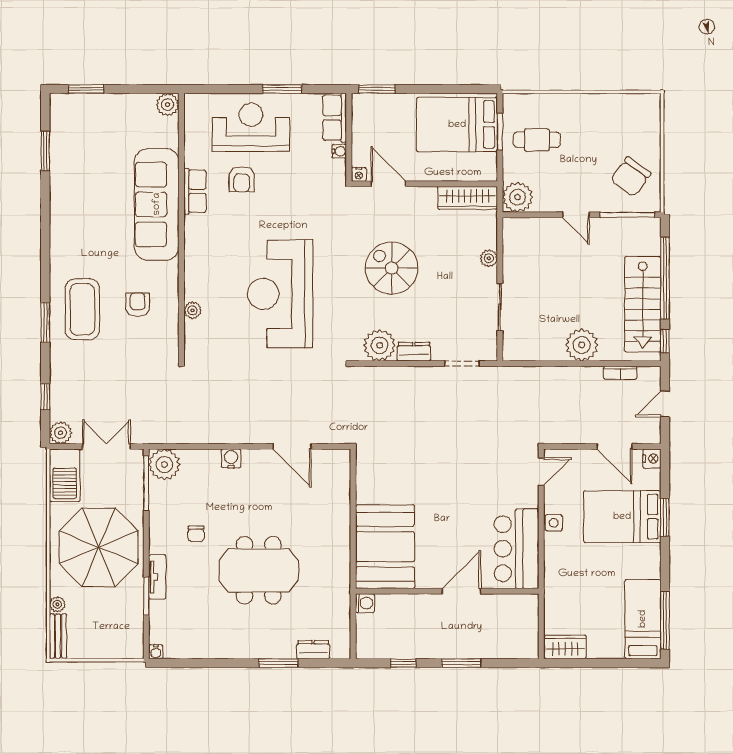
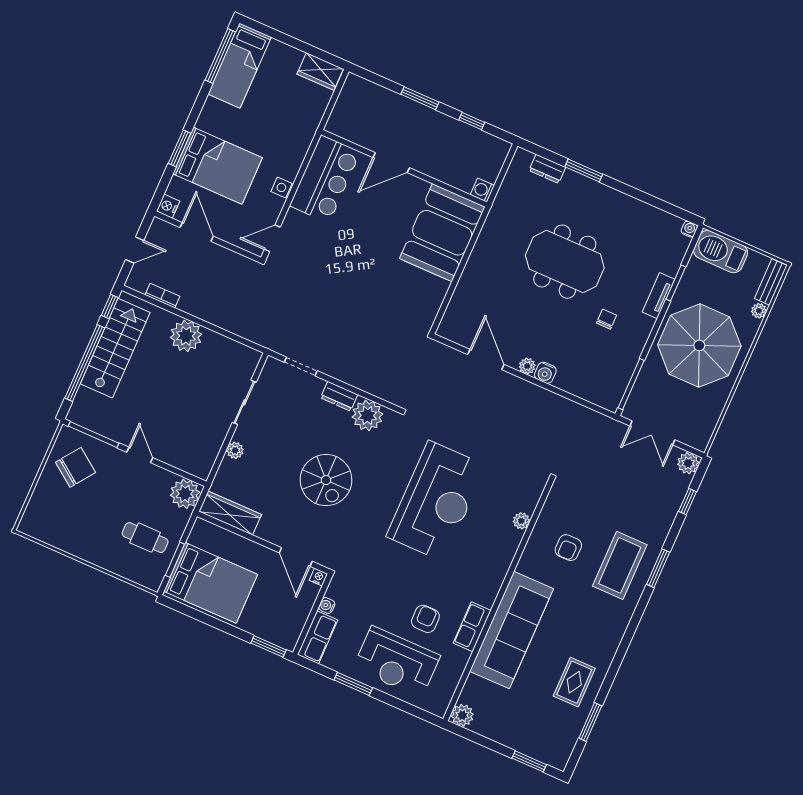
rug: (77, 182) -> (574, 682), added
plant: (164, 465) -> (527, 366), moved, width x0.53, depth x0.53
barbecue: (65, 475) -> (721, 252), moved, turned -90

